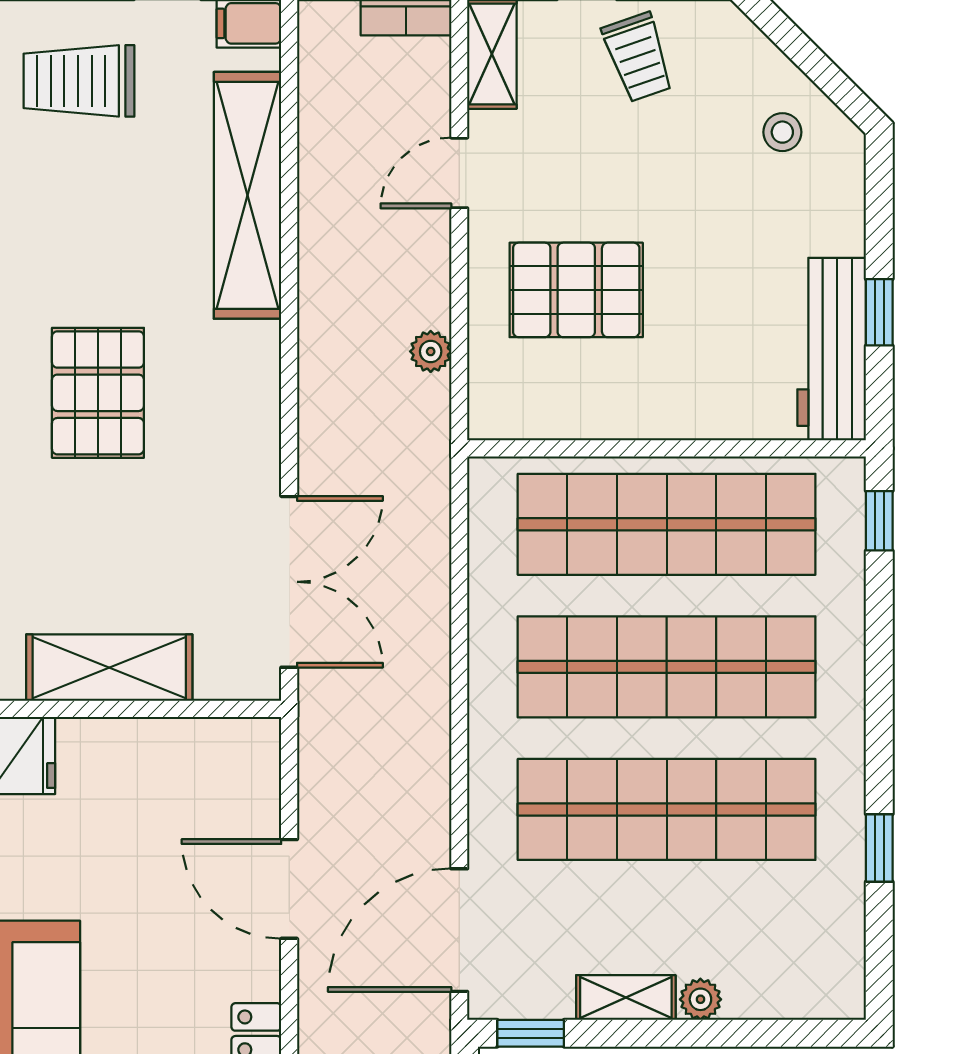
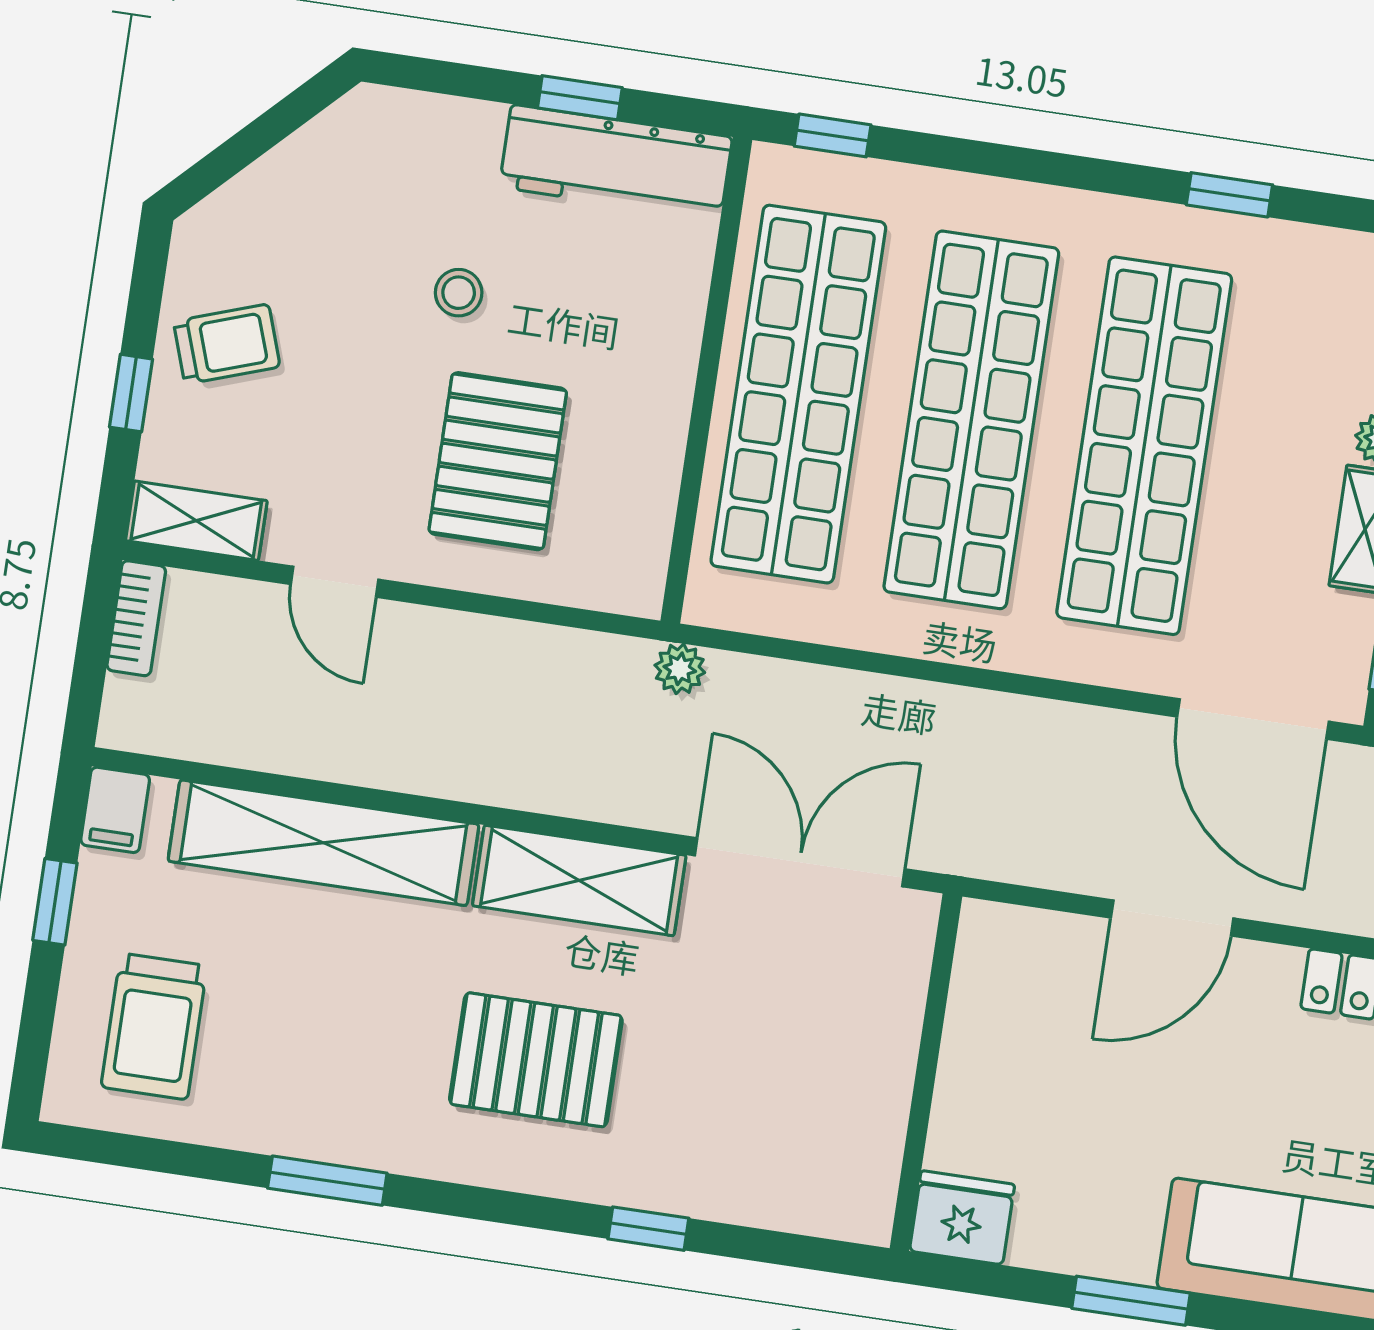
stool: (782, 132) -> (459, 293), moved
plant: (431, 351) -> (680, 669), moved
shelving: (109, 668) -> (579, 880), moved, turned 90

